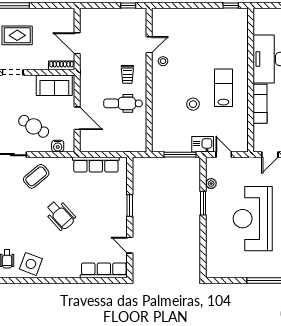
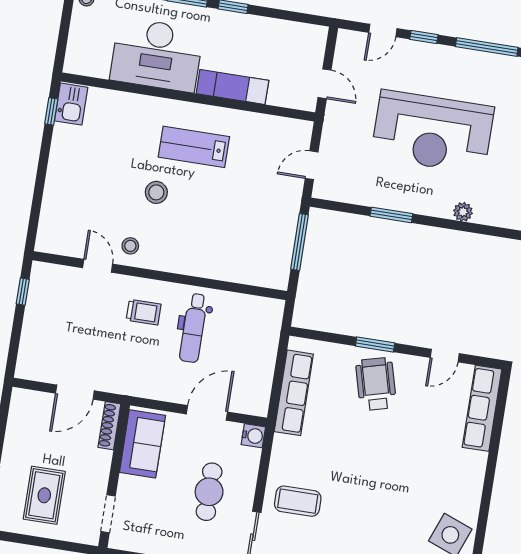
stool: (193, 104) -> (156, 192), moved
cafe table: (34, 126) -> (209, 492), turned -30
kitchen sink: (203, 144) -> (71, 104), moved, turned 180
water cooler: (58, 146) -> (253, 436), moved
coffee table: (36, 176) -> (298, 501), turned -50
plant: (211, 184) -> (463, 212), moved
wheelchair: (60, 215) -> (376, 384), moved, turned -63

